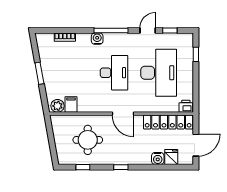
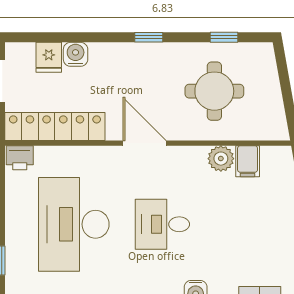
desk: (114, 73) -> (162, 224), width x0.73
plant: (58, 106) -> (221, 159), moved

